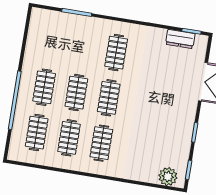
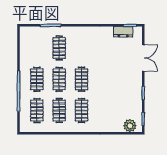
clothes rail: (116, 53) -> (59, 48), moved

